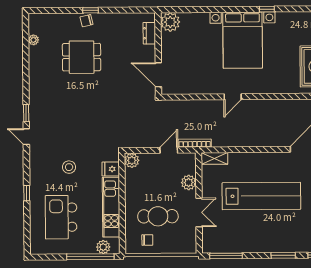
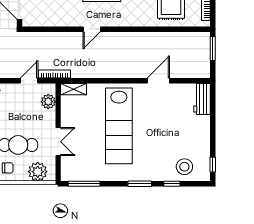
plant: (189, 183) -> (48, 102), moved
lab bench: (261, 196) -> (119, 126), turned 90
plant: (178, 244) -> (38, 172), added

